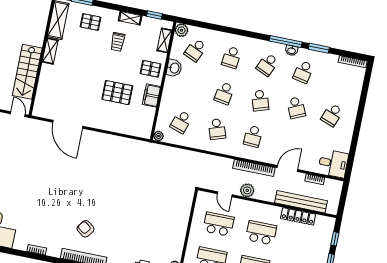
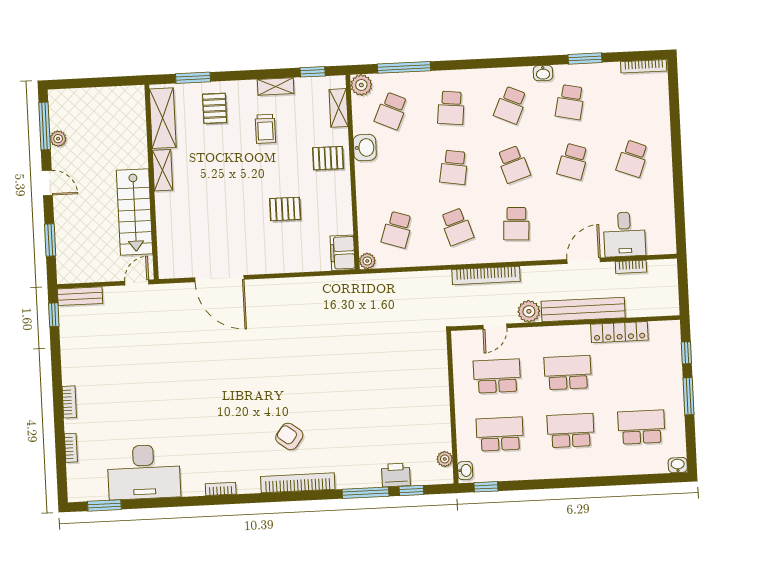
pallet: (90, 22) -> (215, 108), turned 90
window: (286, 41) -> (404, 67), moved
pallet: (117, 93) -> (285, 209), width x0.67, depth x0.71
filing cabinet: (151, 96) -> (343, 253), moved
school desk: (296, 108) -> (573, 161), turned 42
door: (18, 114) -> (137, 283), hinge flipped
desk: (333, 163) -> (624, 234), moved, turned 90
bookcase: (254, 168) -> (486, 275), moved
door: (225, 194) -> (495, 326), hinge flipped
bench: (301, 202) -> (583, 309), moved

